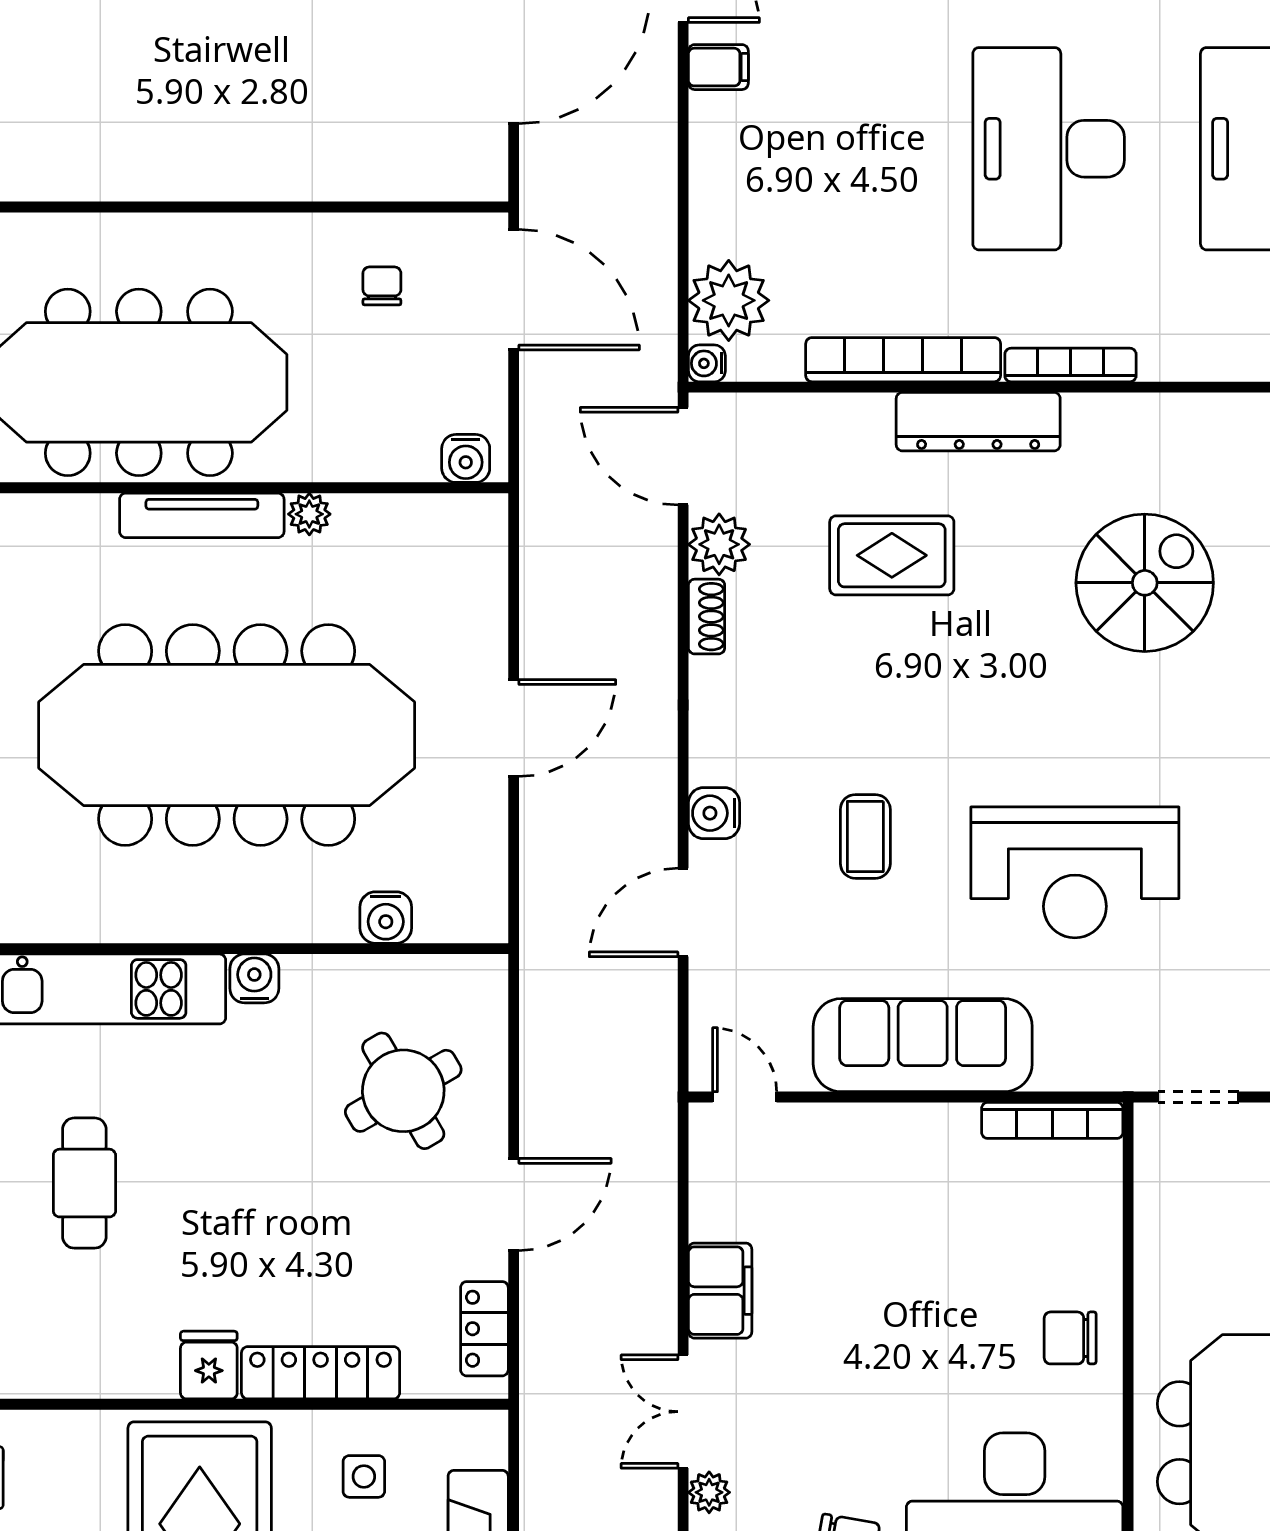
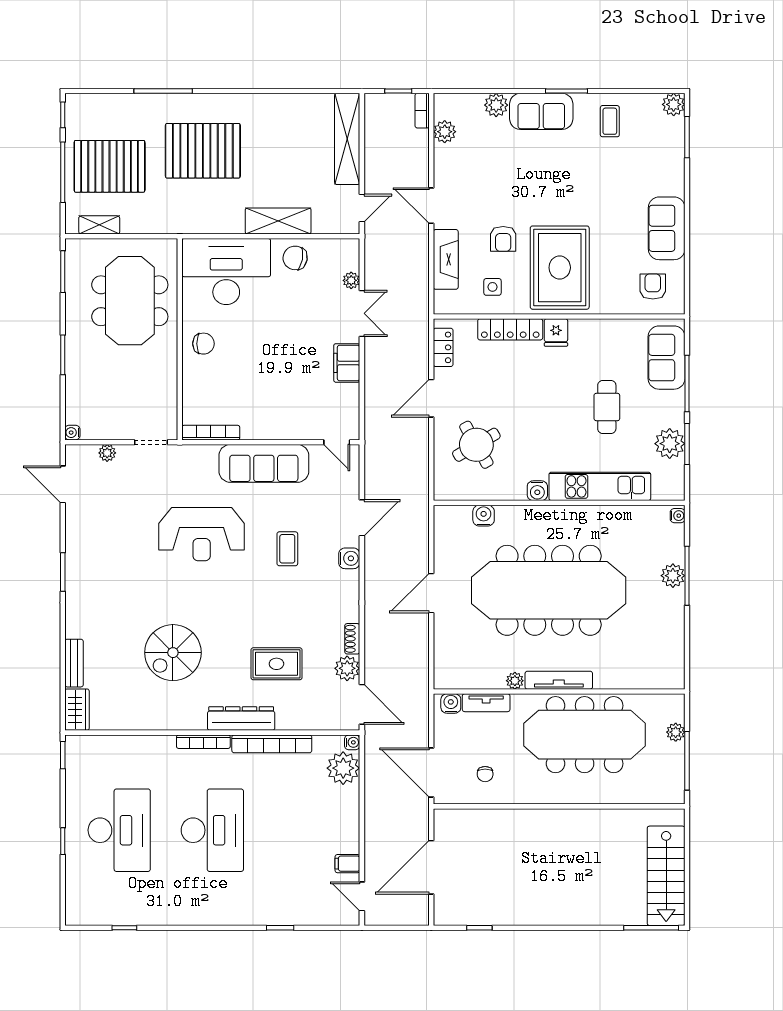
tv unit: (379, 460) -> (486, 703), added
reception desk: (1075, 872) -> (202, 534), turned 180

